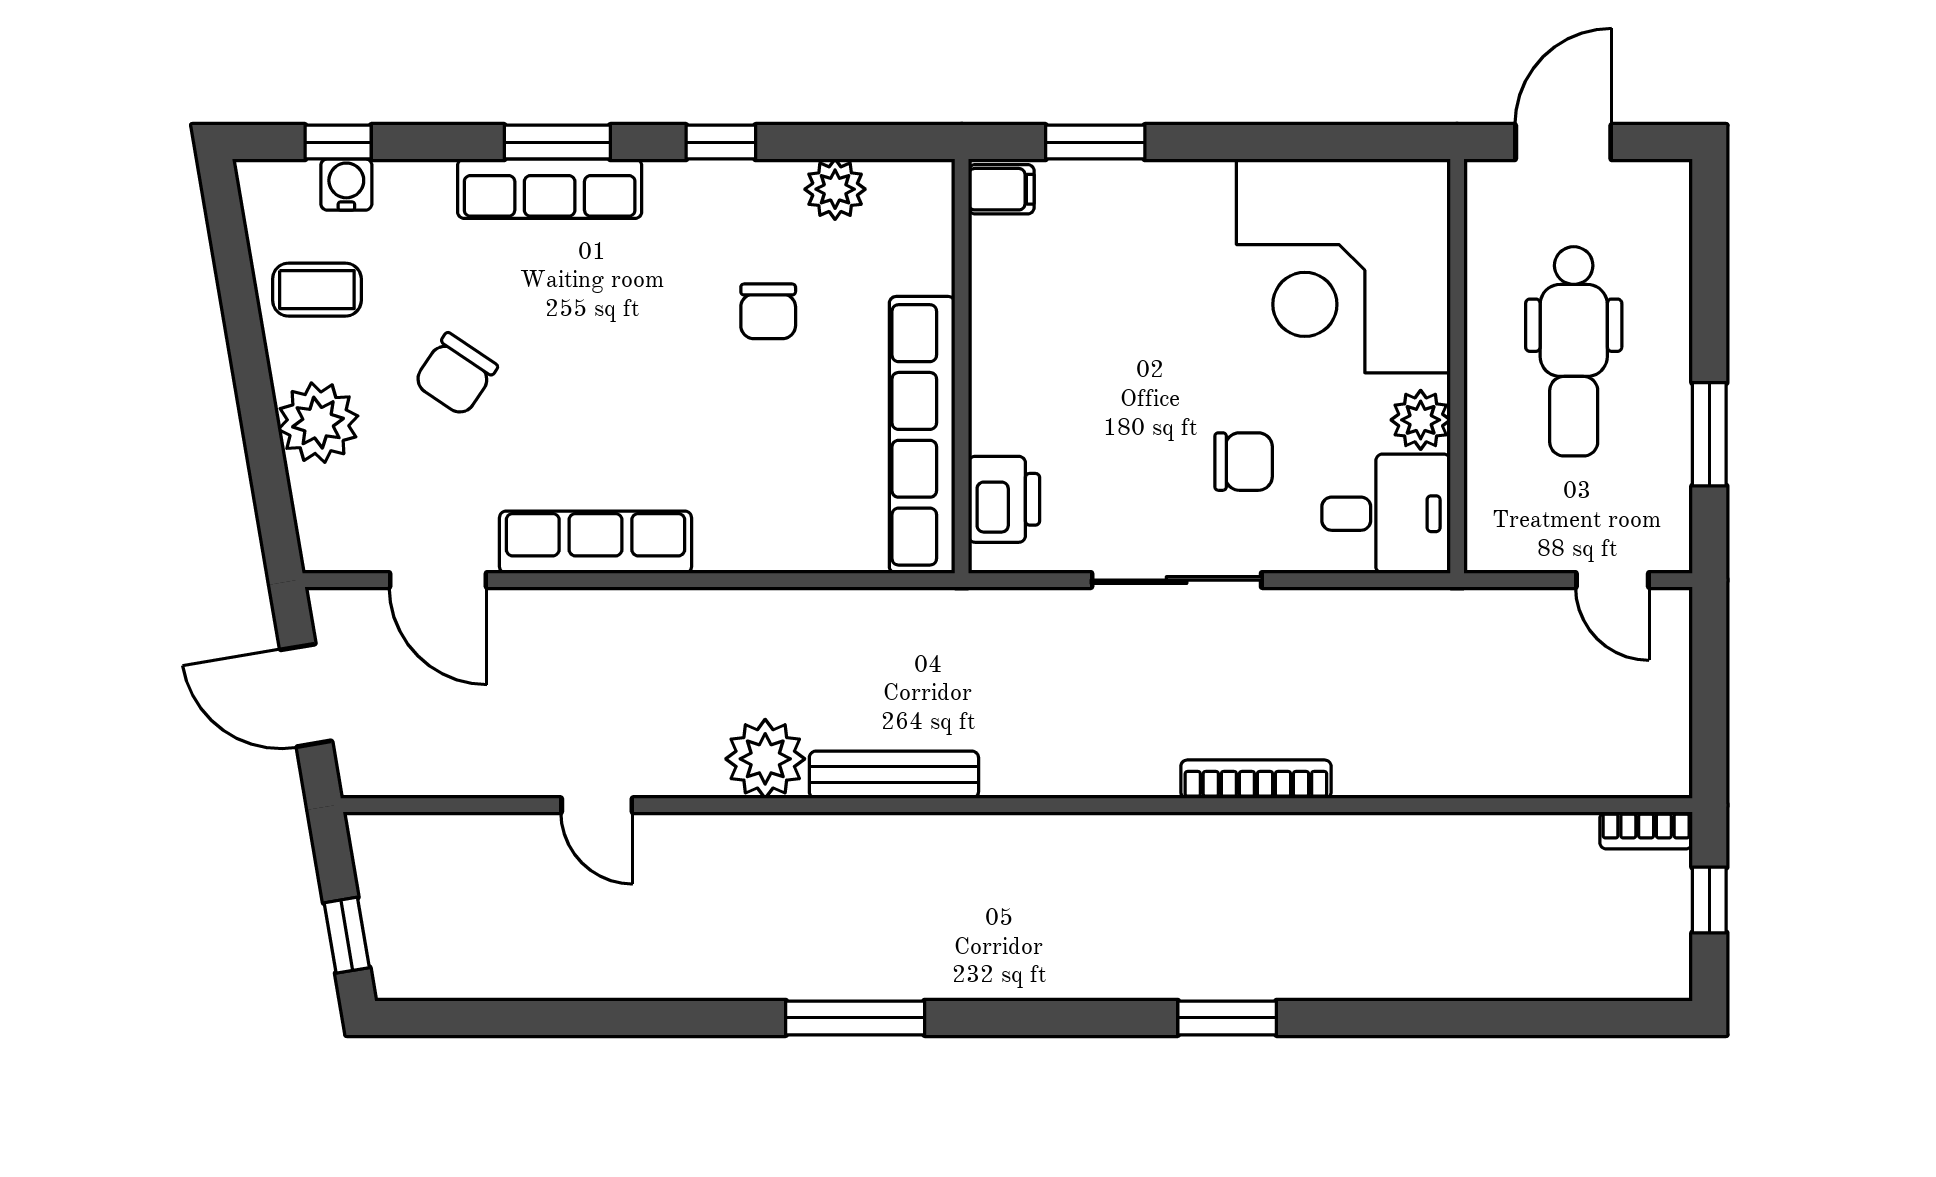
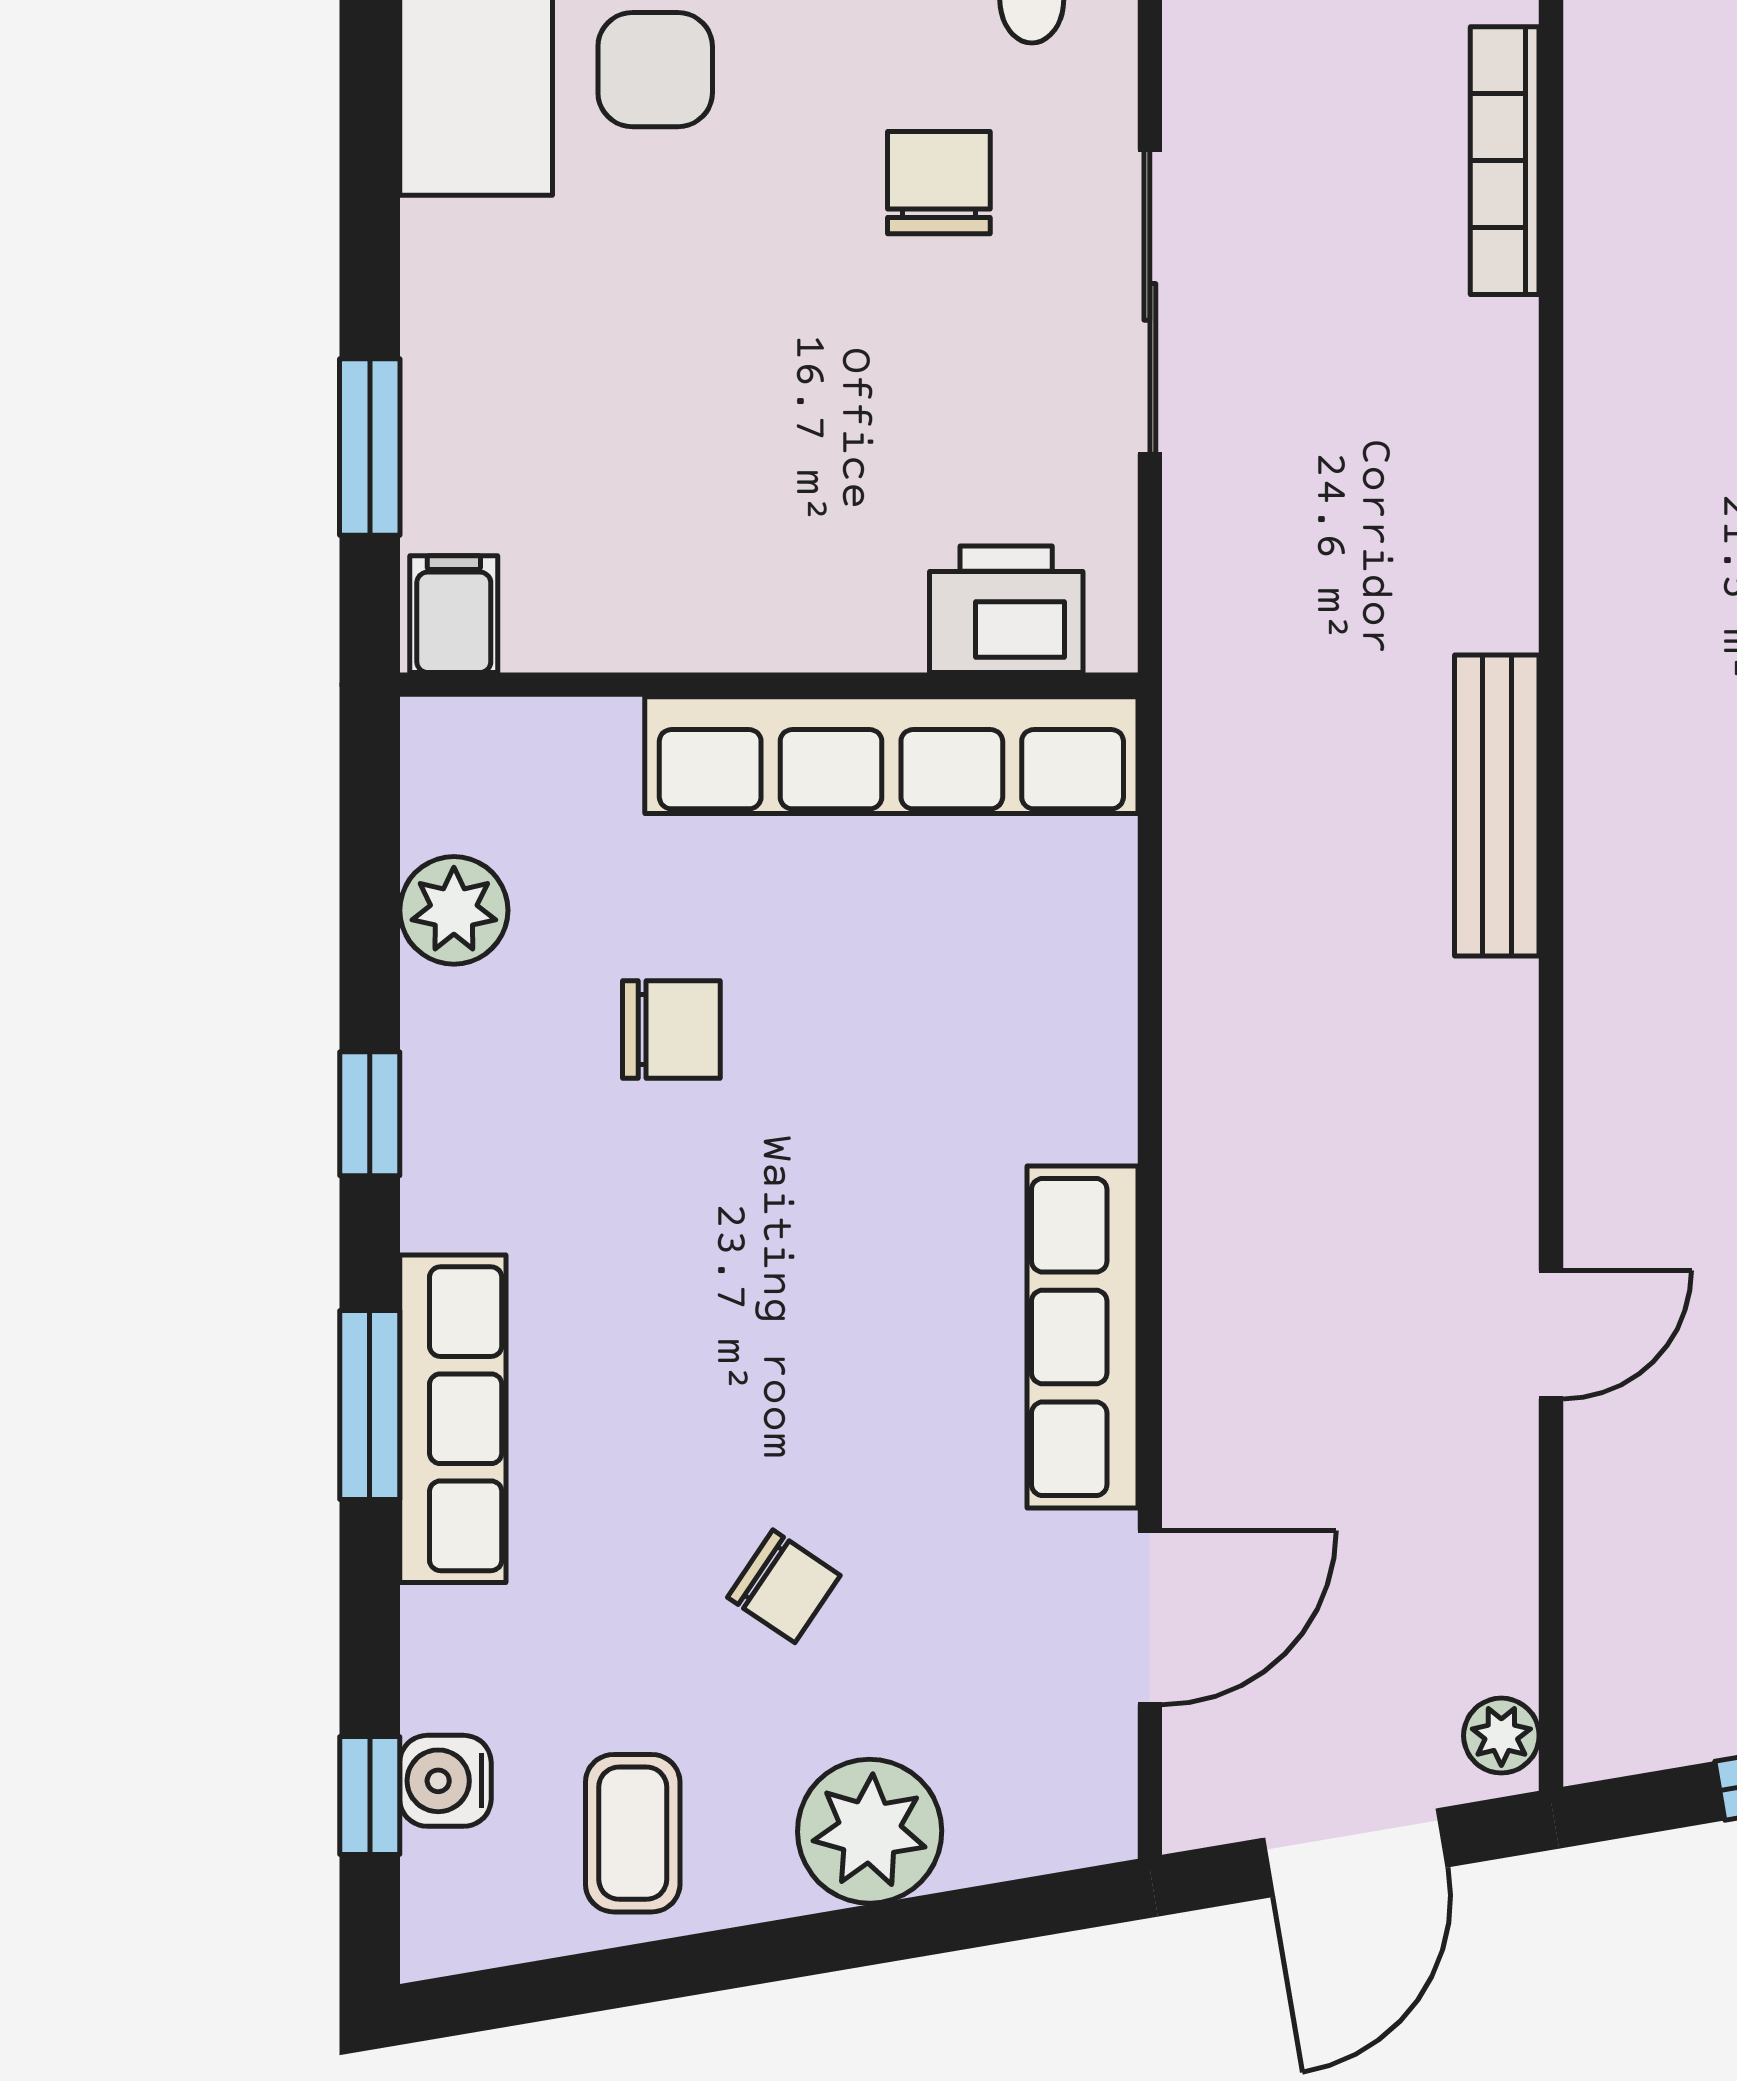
chair: (456, 374) -> (784, 1586), width x0.73, depth x0.73
plant: (765, 759) -> (1501, 1736), moved, width x0.53, depth x0.53

